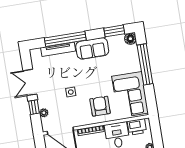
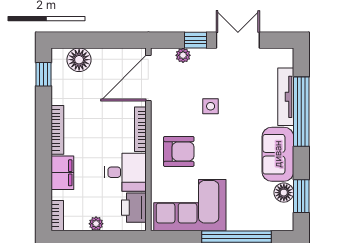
floor lamp: (130, 39) -> (284, 193), moved

